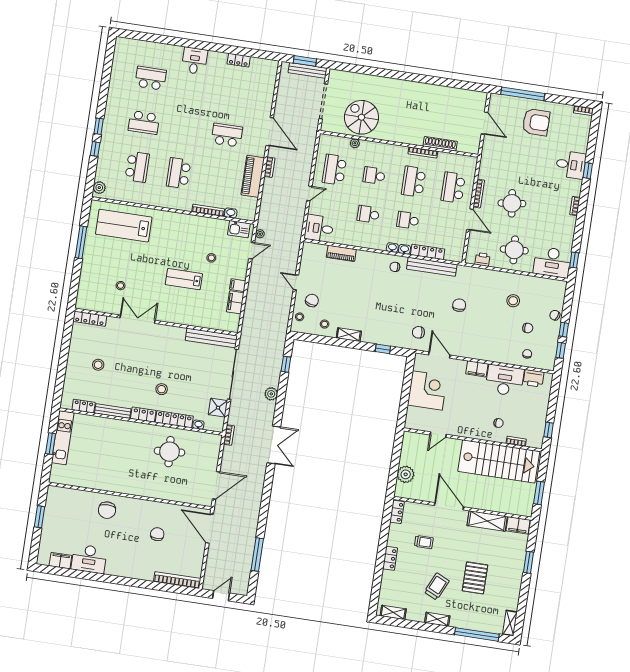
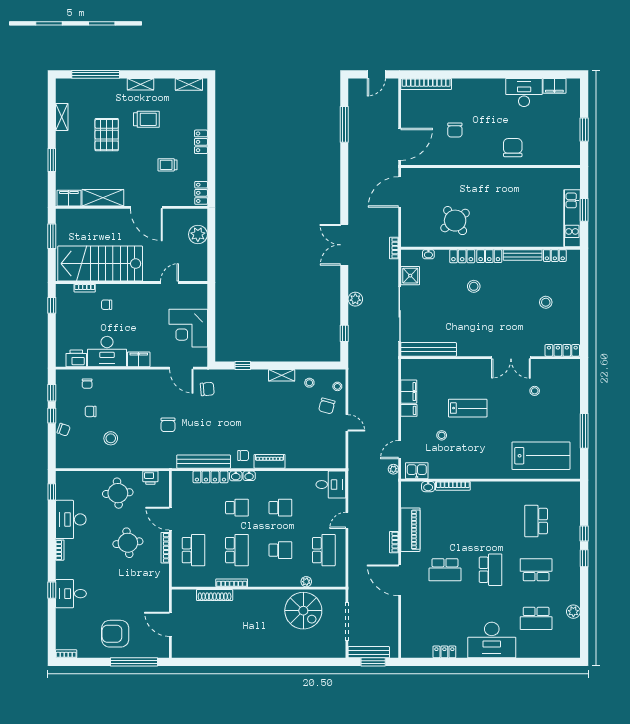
desk: (195, 61) -> (492, 640), width x1.87, depth x1.30
school desk: (179, 173) -> (491, 570), moved
plant: (99, 188) -> (573, 612), moved
piano: (341, 253) -> (270, 461), moved
desk: (552, 262) -> (71, 519), moved, turned -90
locker: (174, 419) -> (462, 256), width x0.66
round table: (170, 452) -> (455, 221), turned -32
door: (210, 529) -> (400, 144), hinge flipped
trolley: (437, 586) -> (146, 119), turned -115
shelving: (510, 623) -> (62, 117), moved

